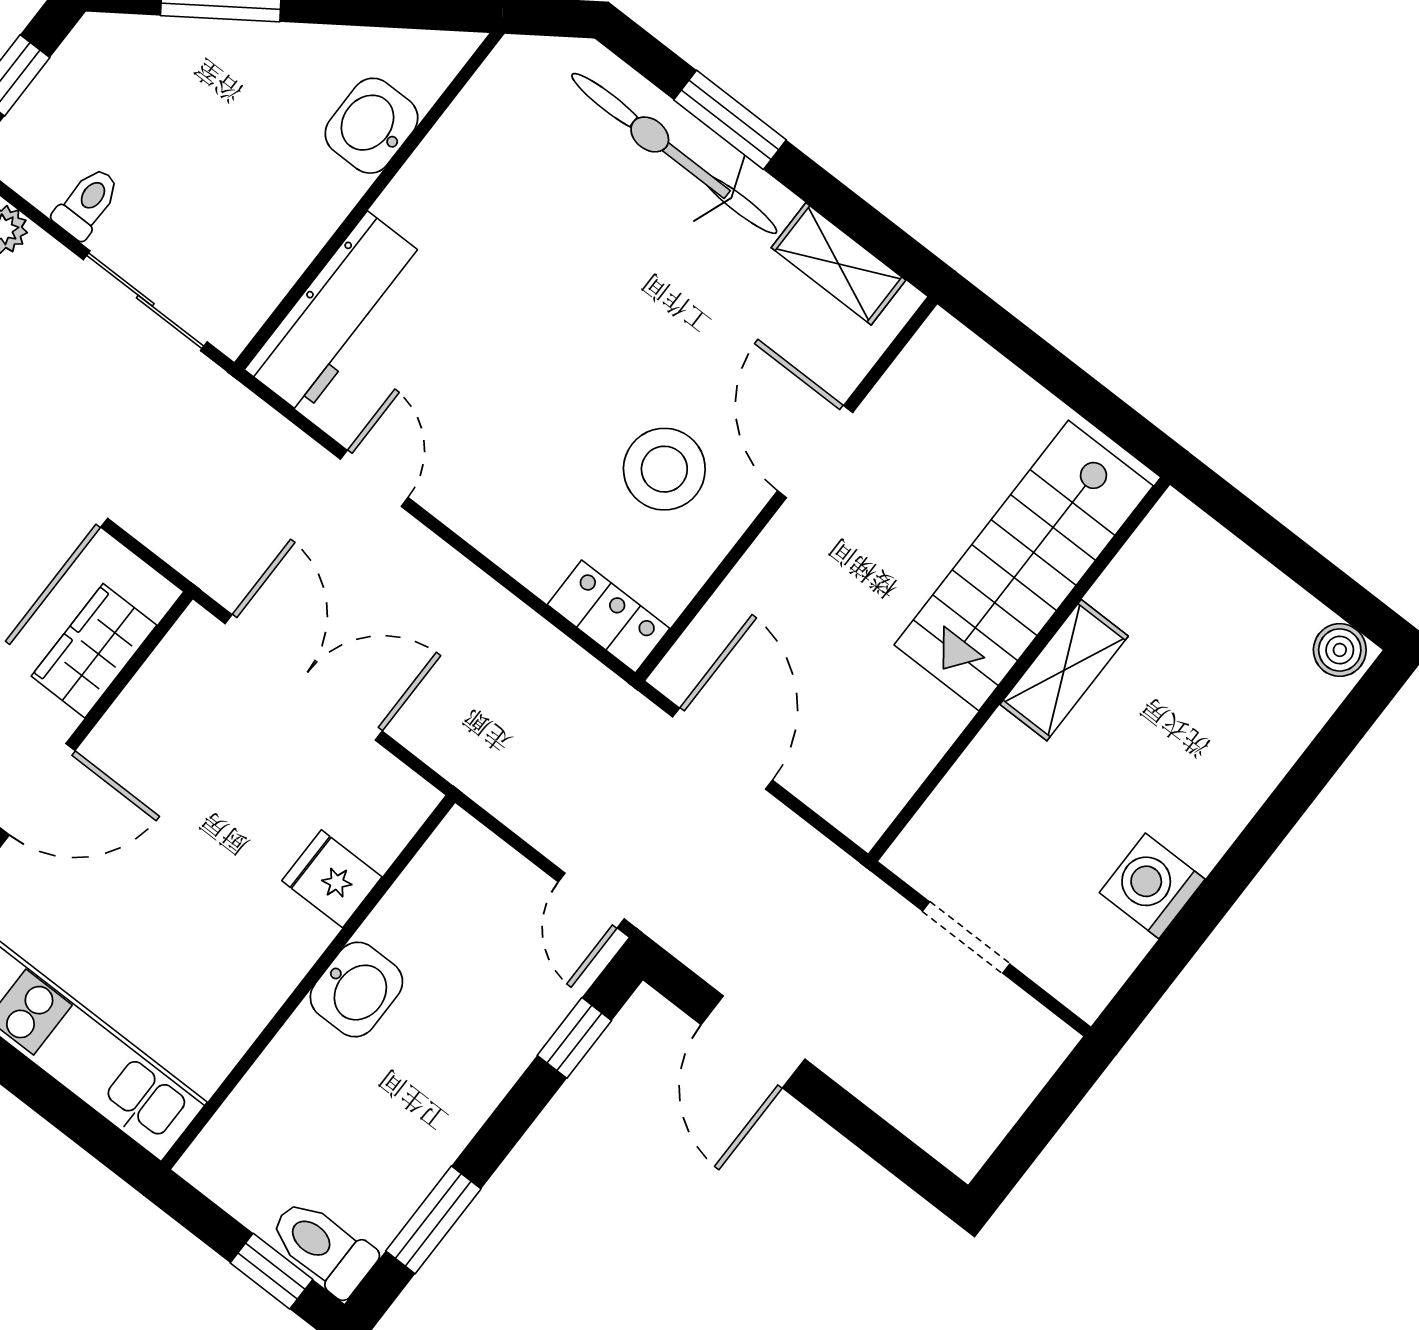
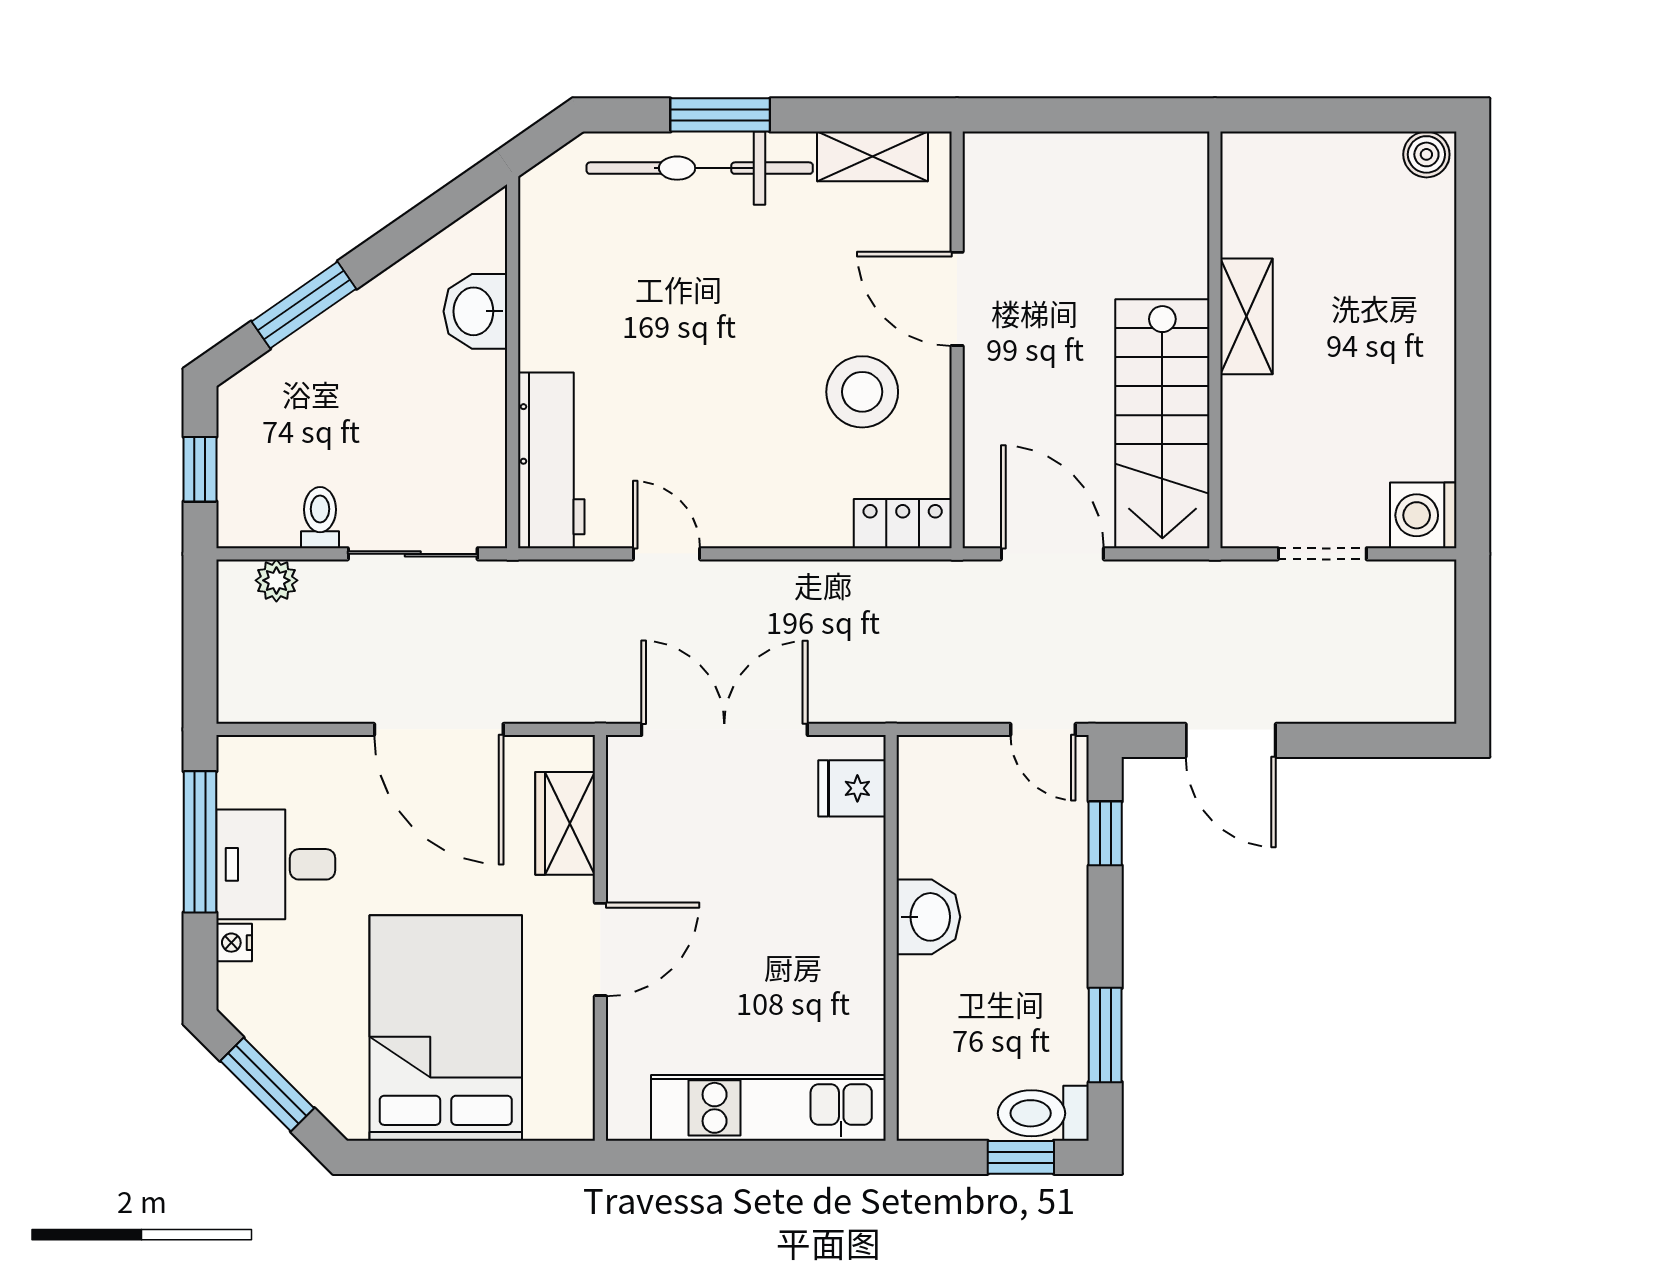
stairs: (1024, 565) -> (1162, 424), moved
fridge: (332, 879) -> (852, 788), moved
washing machine: (1152, 886) -> (1423, 515), moved

